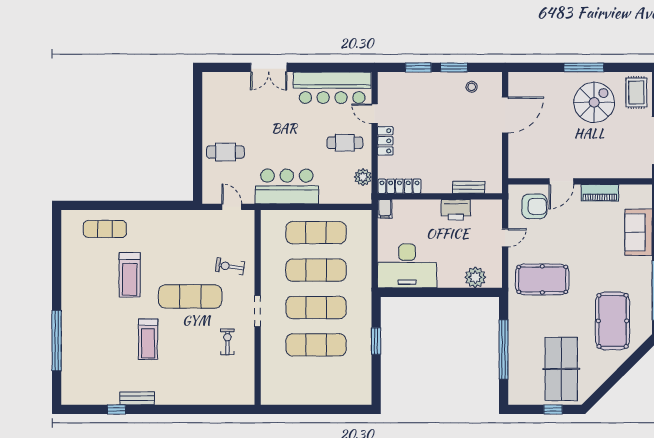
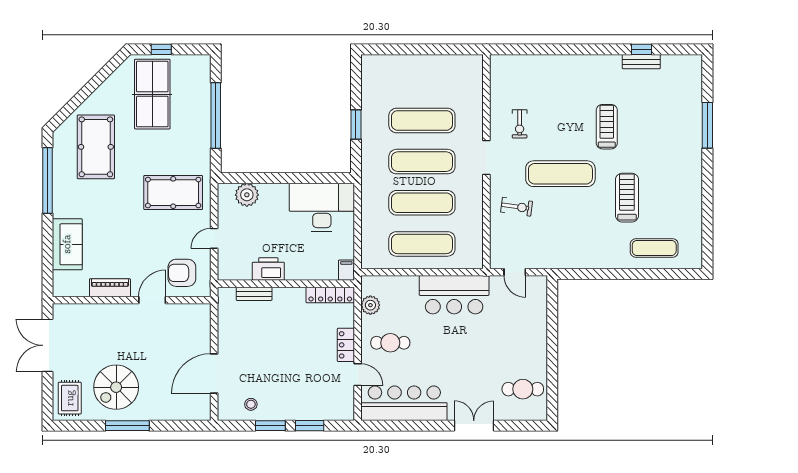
cafe table: (225, 152) -> (523, 389), moved
window: (57, 341) -> (707, 125), width x0.68
bench: (137, 398) -> (641, 62), moved

